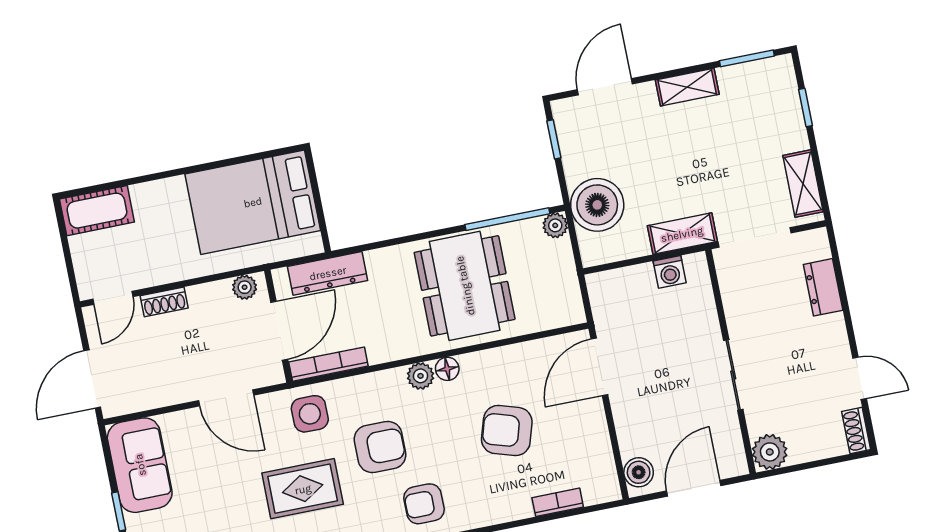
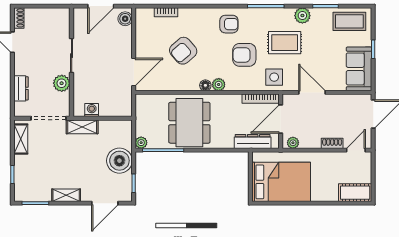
boiler: (597, 205) -> (119, 161), moved
armchair: (507, 431) -> (183, 51), turned 122
plant: (770, 452) -> (62, 83), moved

